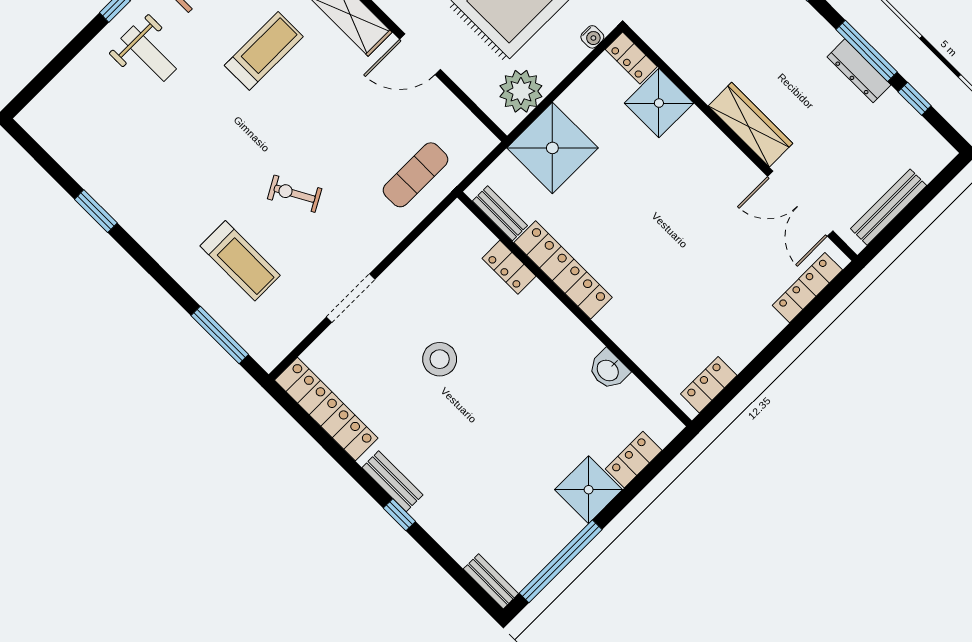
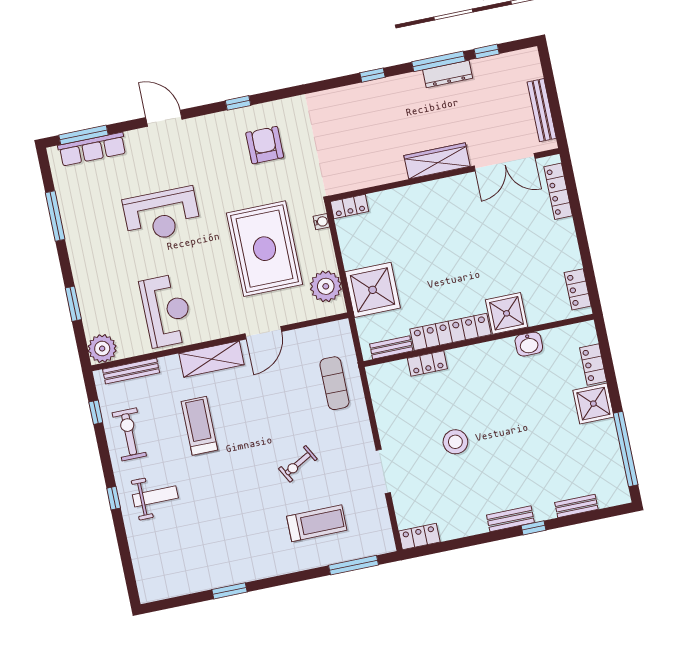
shower: (659, 103) -> (507, 313), moved
locker: (326, 409) -> (419, 537), width x0.46, depth x0.83
bench: (491, 581) -> (576, 506), moved

